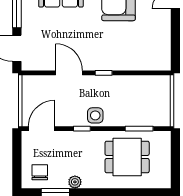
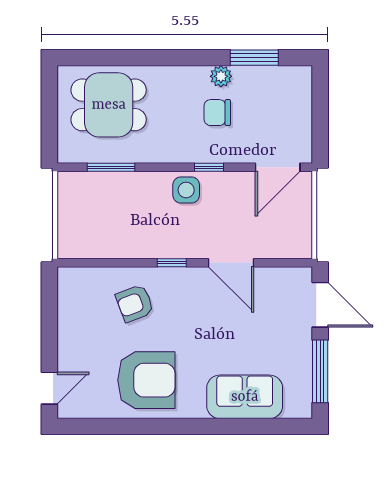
armchair: (125, 49) -> (135, 303), added
dining table: (127, 157) -> (109, 105), moved
chair: (40, 172) -> (217, 113), moved, turned 90

